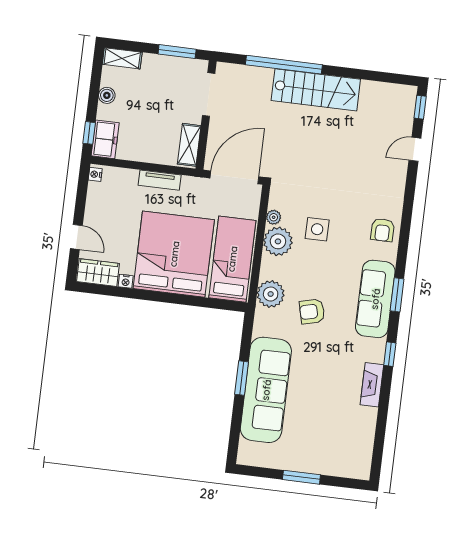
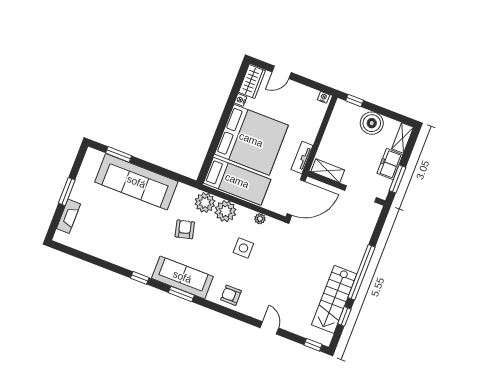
window: (284, 65) -> (361, 272), moved
window: (373, 76) -> (344, 316), added
stairs: (316, 90) -> (334, 299), moved
boiler: (107, 95) -> (372, 123), width x1.86, depth x1.86
freezer: (105, 139) -> (390, 164), moved, turned 90
door: (415, 149) -> (269, 328), moved
door: (234, 177) -> (296, 197), hinge flipped
tv unit: (160, 180) -> (302, 158), moved
plant: (278, 241) -> (225, 211), moved
window: (242, 378) -> (119, 154), moved
fireplace: (372, 385) -> (68, 216), moved, turned 90

